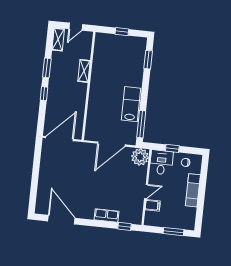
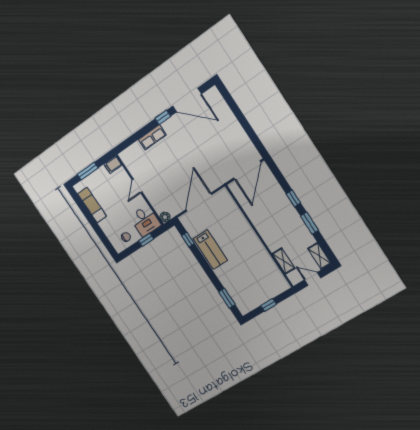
door: (76, 27) -> (313, 279), hinge flipped
shelving: (84, 71) -> (284, 261), moved
window: (141, 124) -> (188, 240), width x0.46
plant: (140, 157) -> (165, 217), width x0.53, depth x0.53
exam couch: (193, 190) -> (92, 205), moved
filing cabinet: (153, 205) -> (113, 165), moved
window: (125, 226) -> (163, 117), moved

